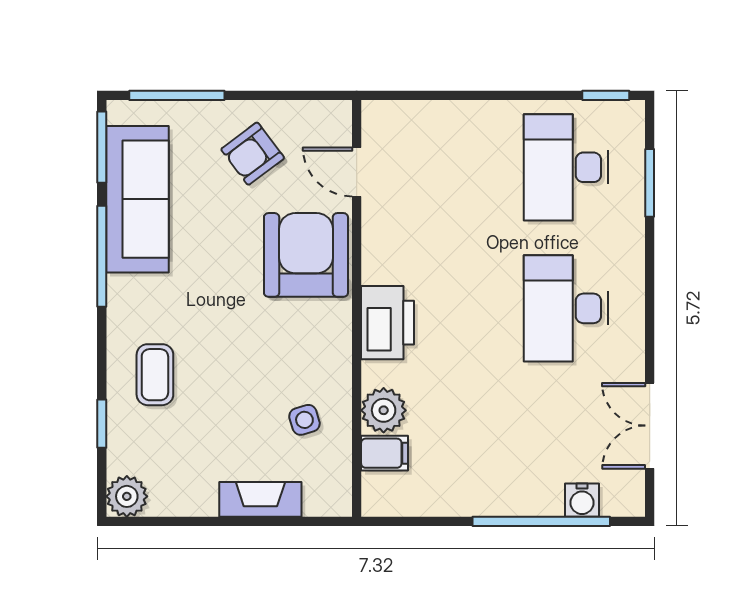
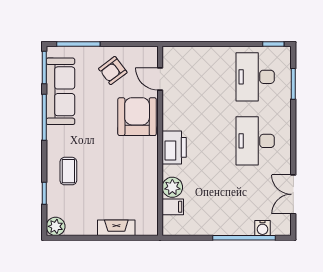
side table: (304, 420) -> (136, 192), removed

